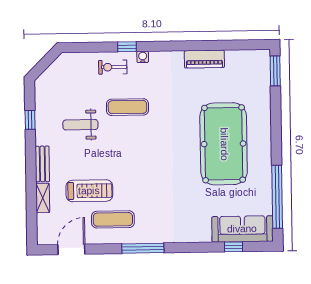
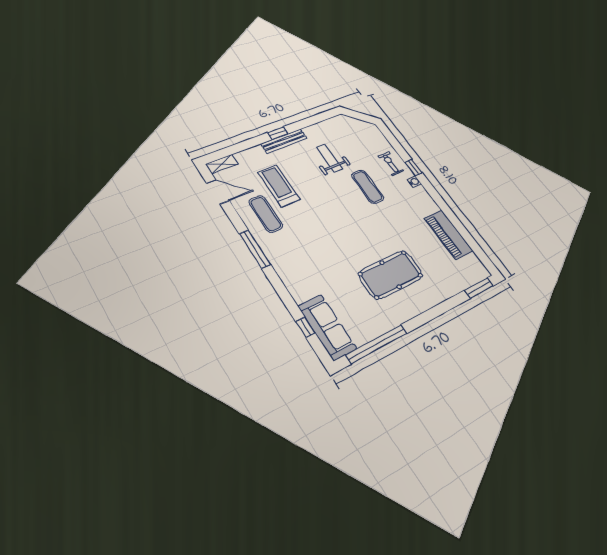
piano: (204, 59) -> (448, 234), width x1.37, depth x1.33
window: (30, 120) -> (278, 133), moved
pool table: (224, 144) -> (391, 275), width x0.73, depth x0.76
bench: (42, 164) -> (284, 141), width x1.36
treadmill: (89, 191) -> (279, 186), turned 180
shelving: (43, 198) -> (222, 164), moved

